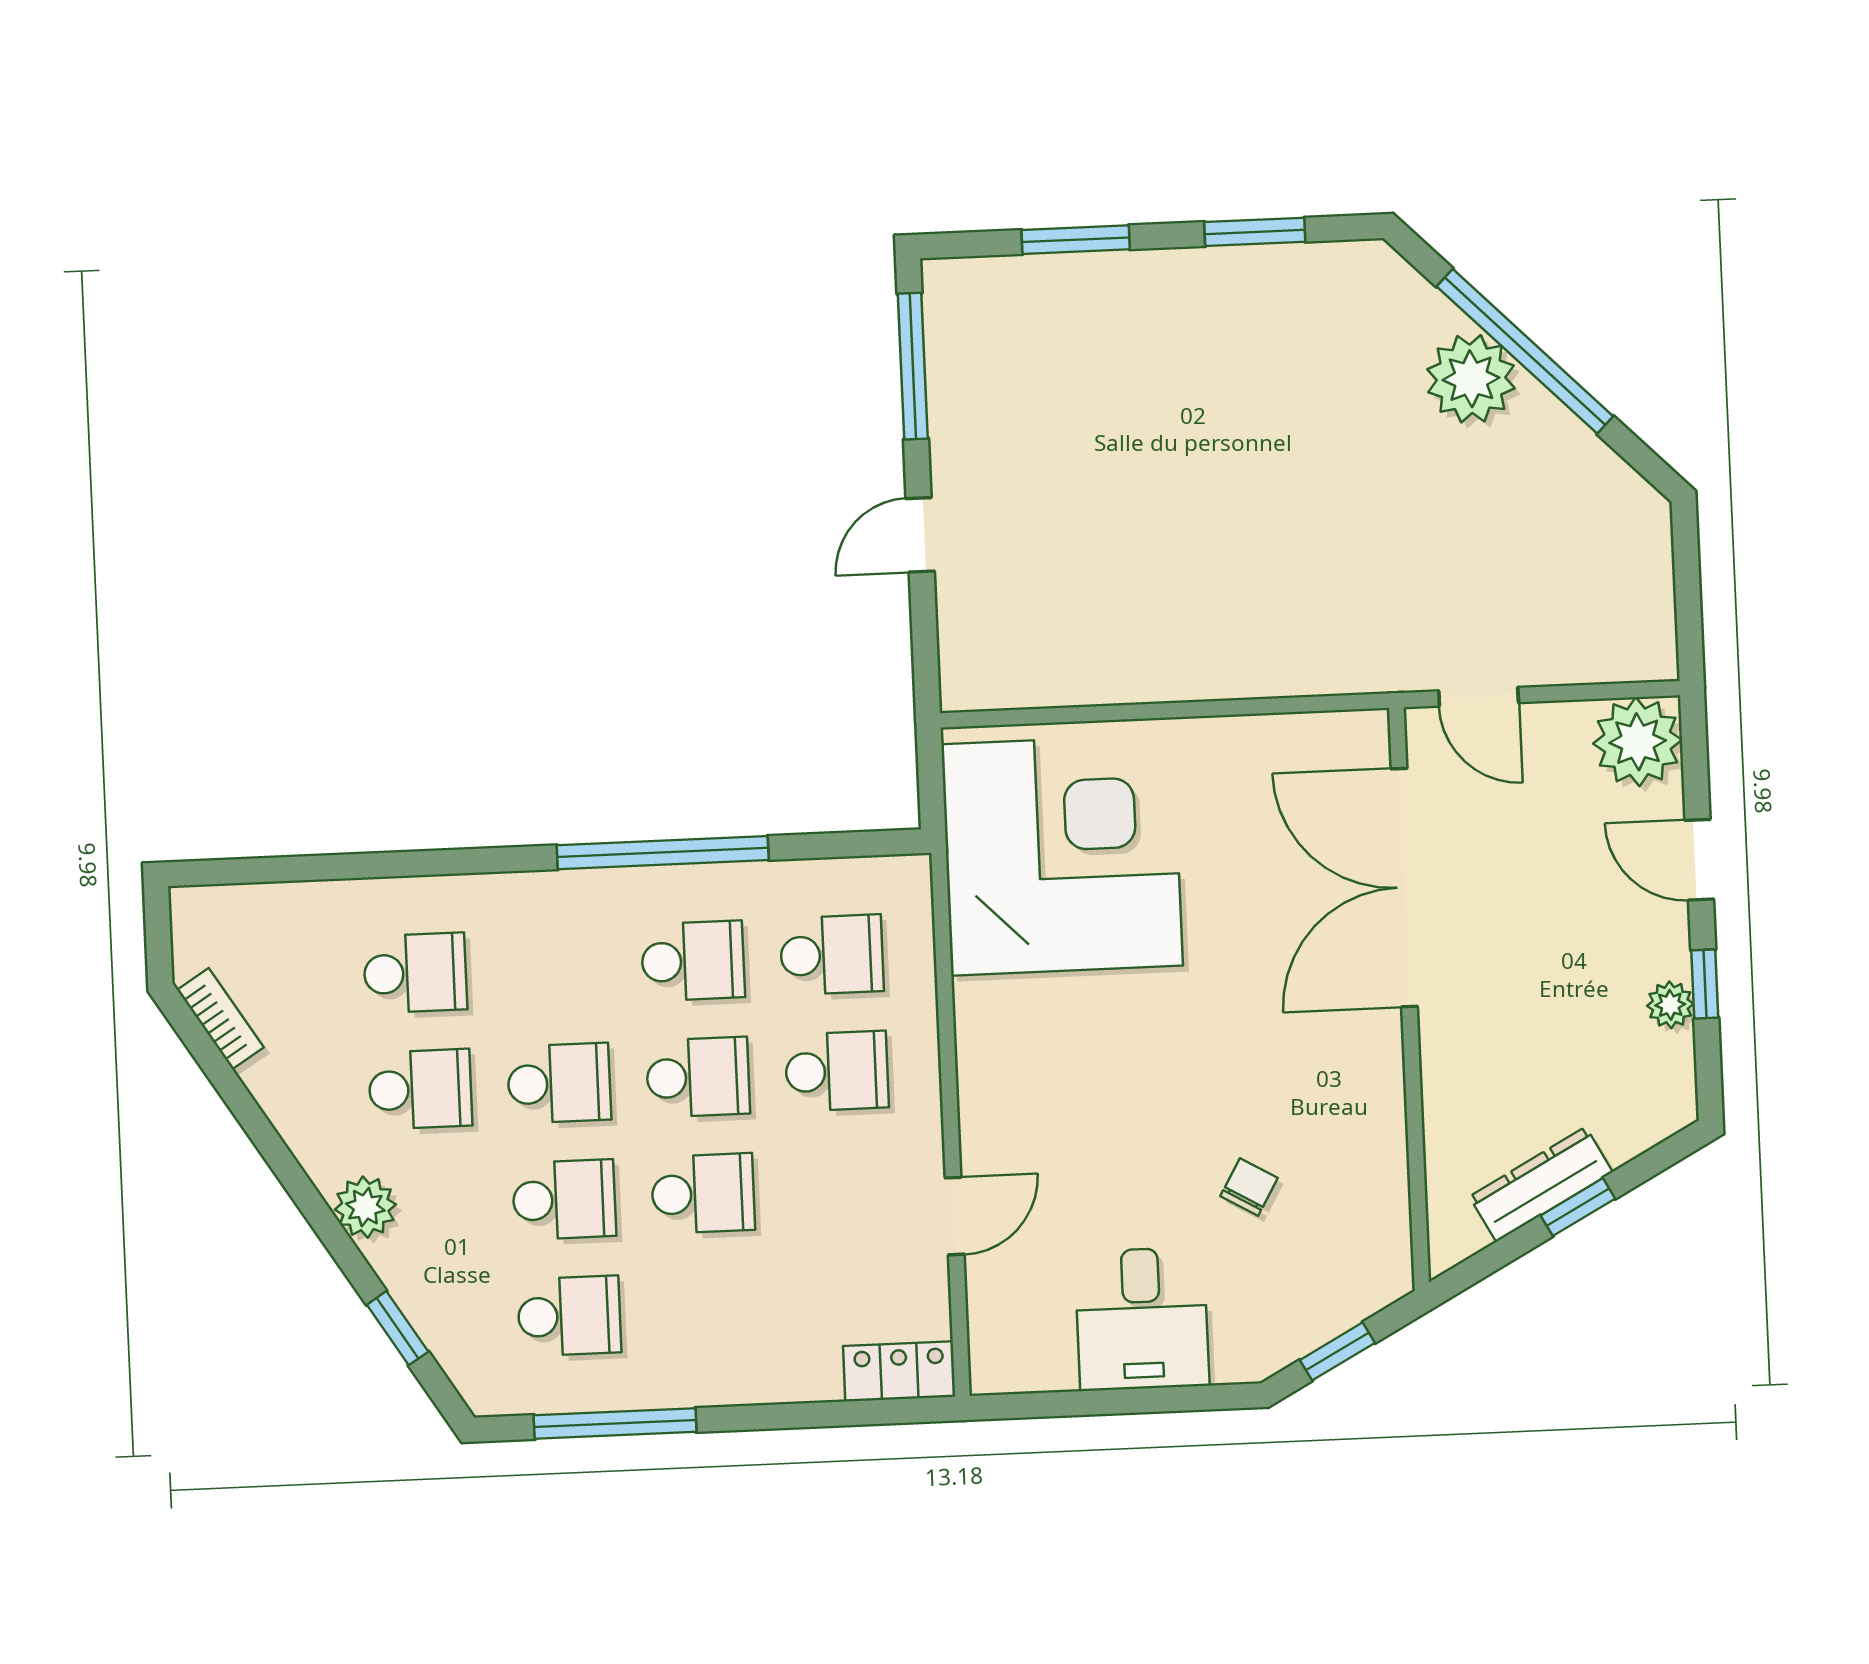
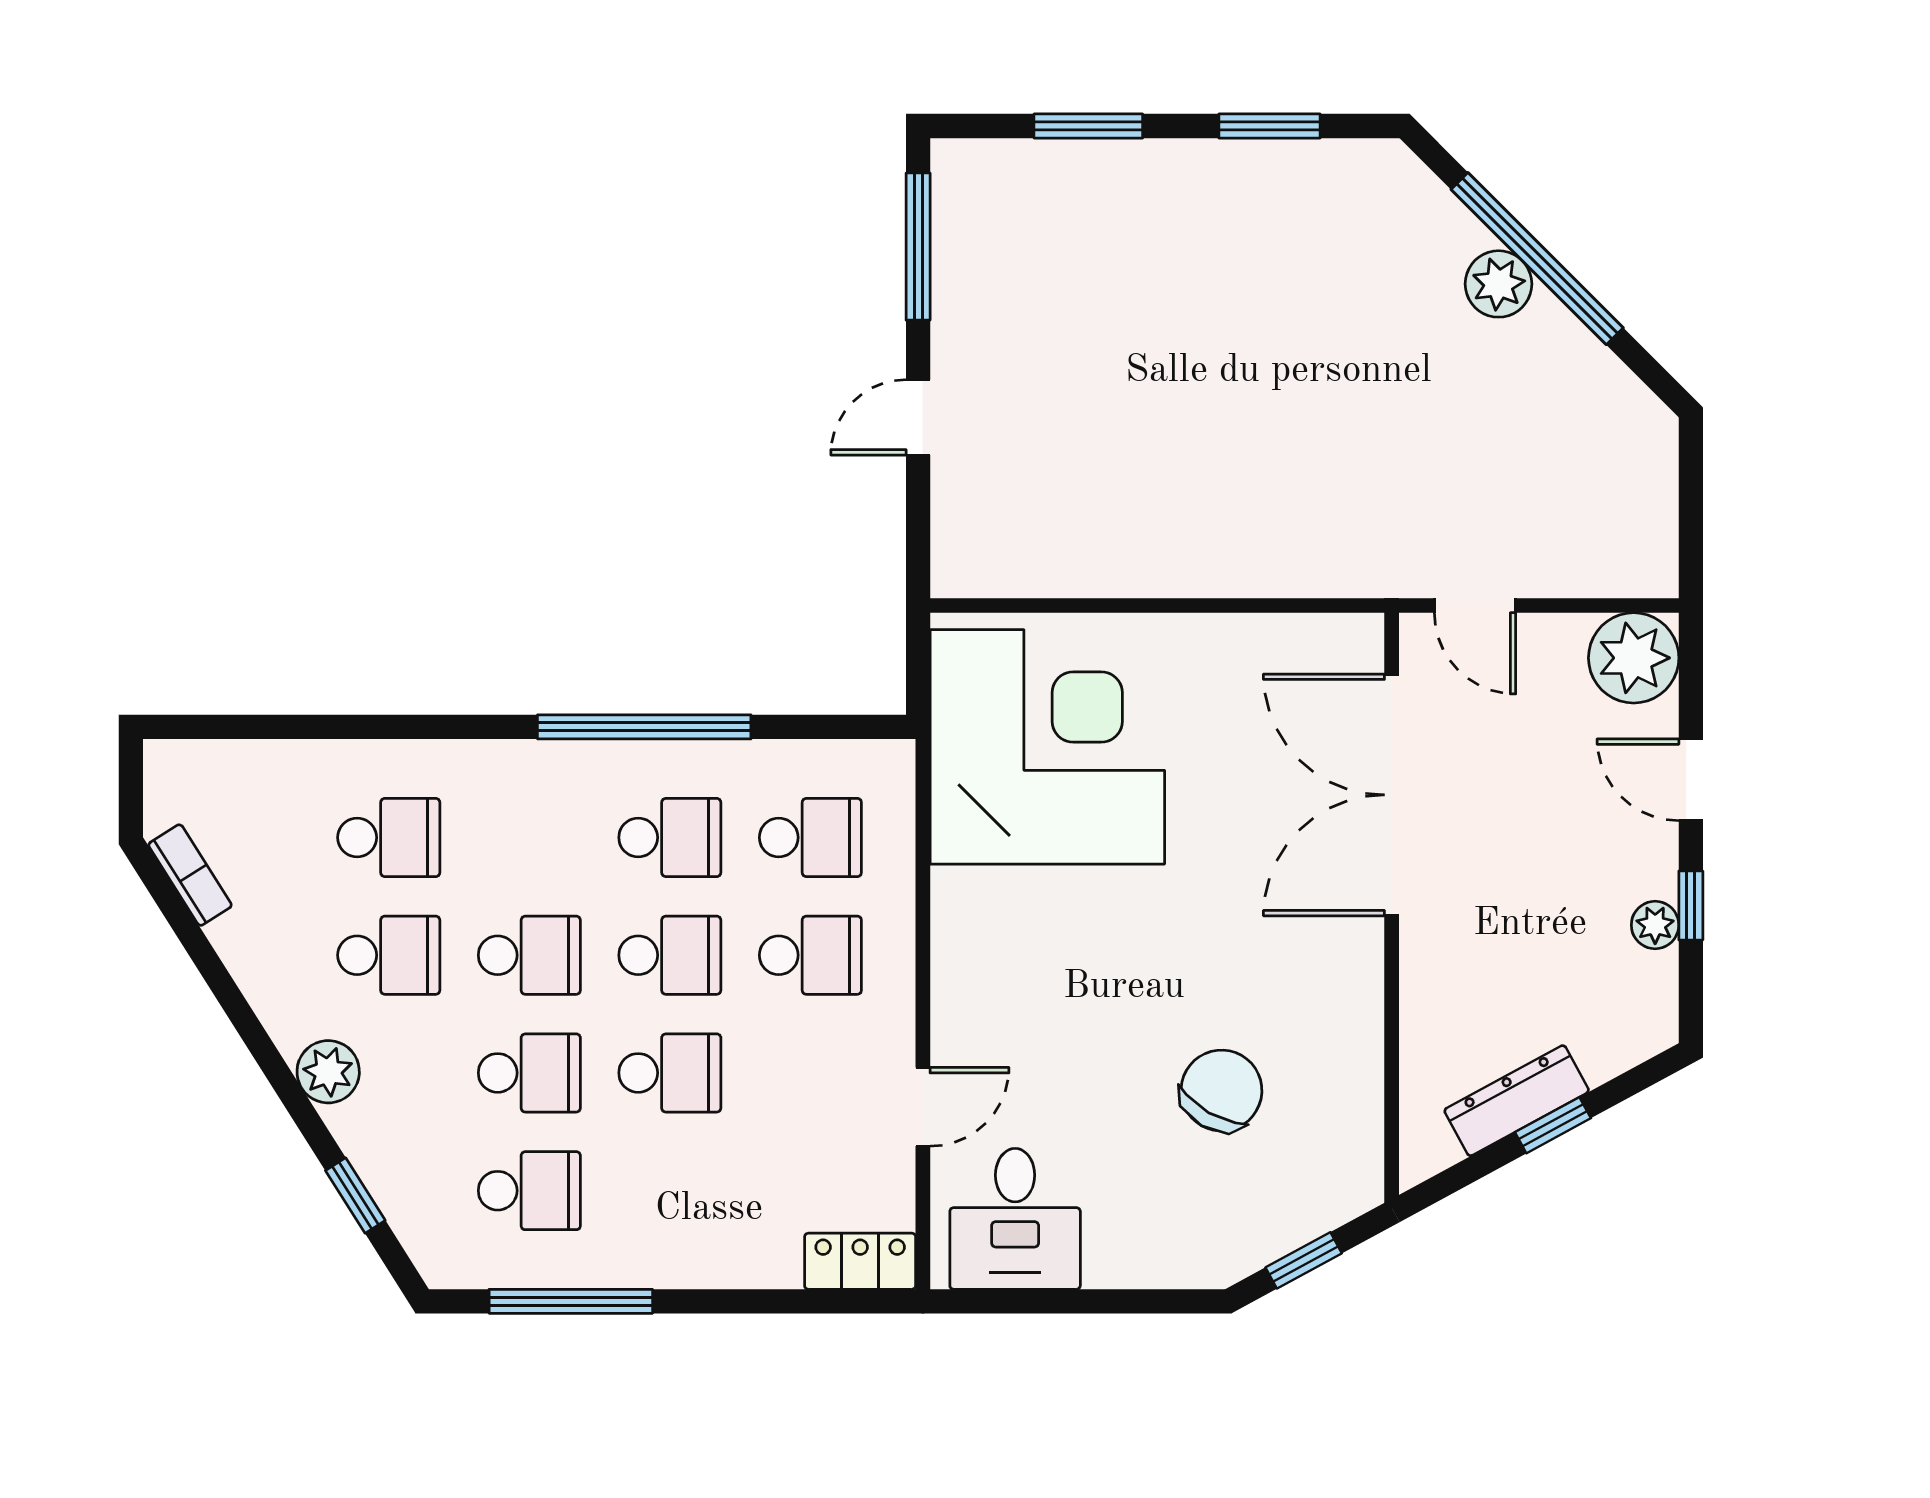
plant: (1471, 379) -> (1499, 284), width x0.73, depth x0.73
chair: (1249, 1187) -> (1221, 1090), width x1.87, depth x1.87
desk: (1142, 1319) -> (1015, 1219), moved

